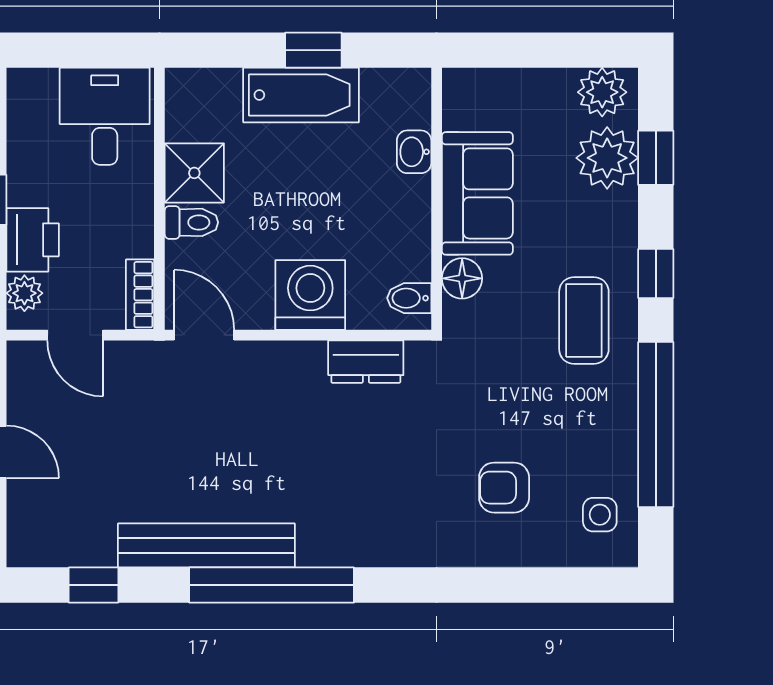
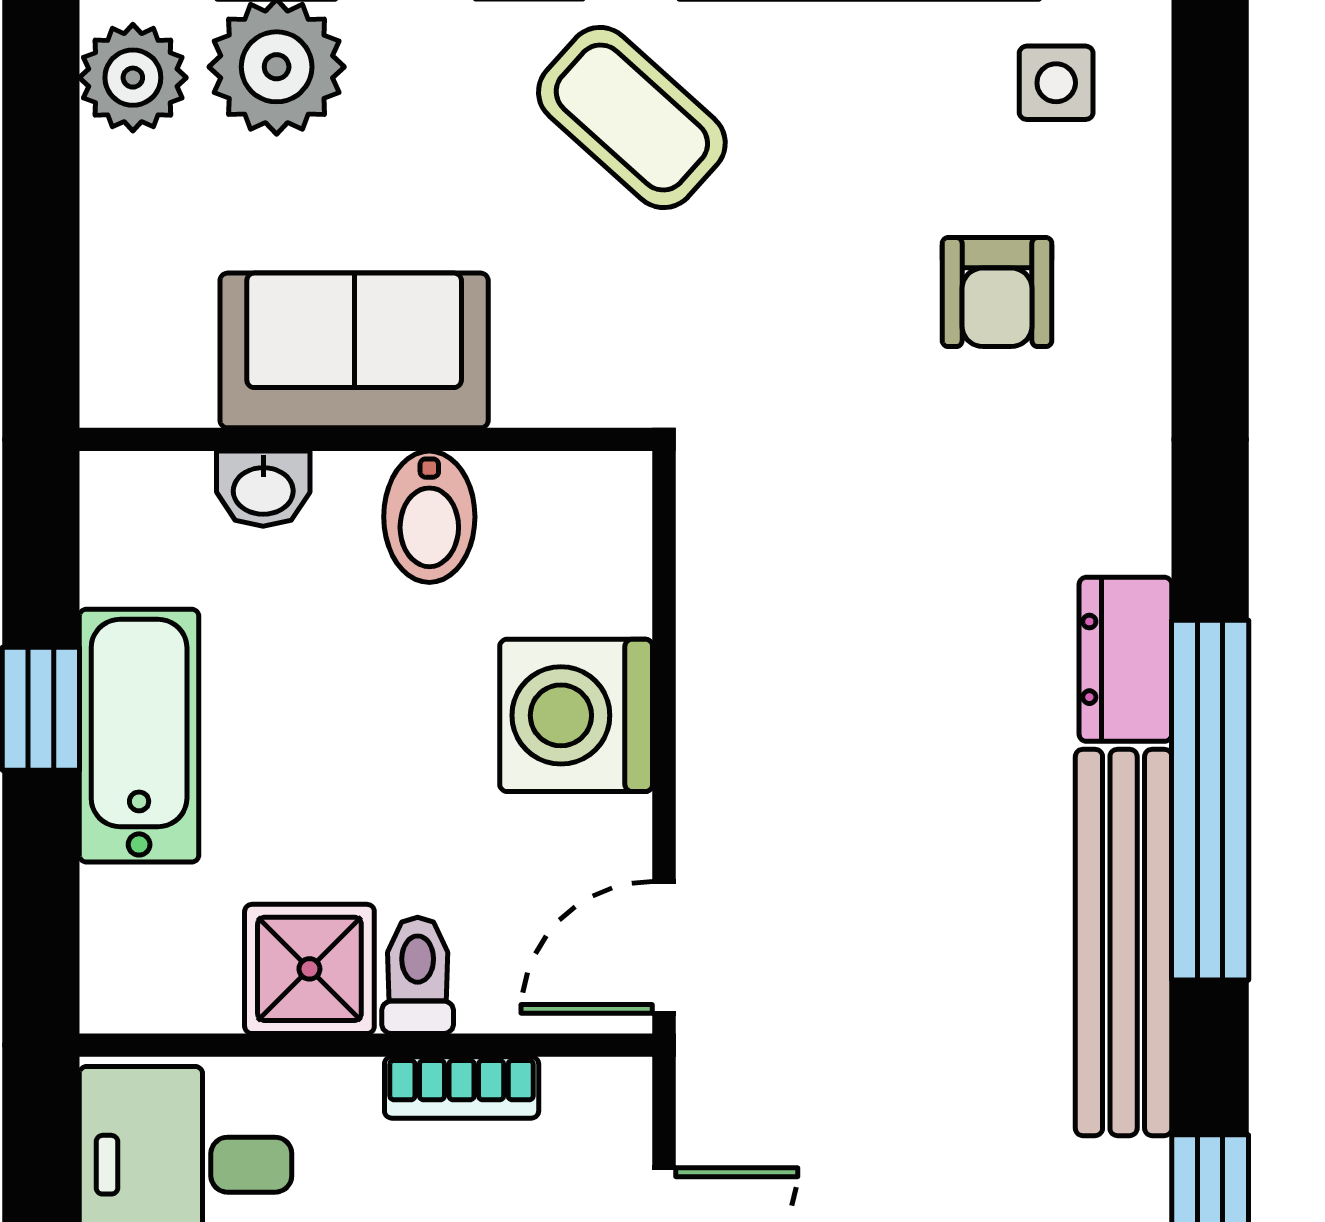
floor lamp: (462, 278) -> (540, 384), removed
bookcase: (140, 295) -> (462, 1087), moved
bidet: (409, 298) -> (429, 517), moved, width x1.38, depth x1.36
coffee table: (584, 320) -> (632, 117), turned 42
dresser: (366, 362) -> (1125, 659), moved, turned 180

